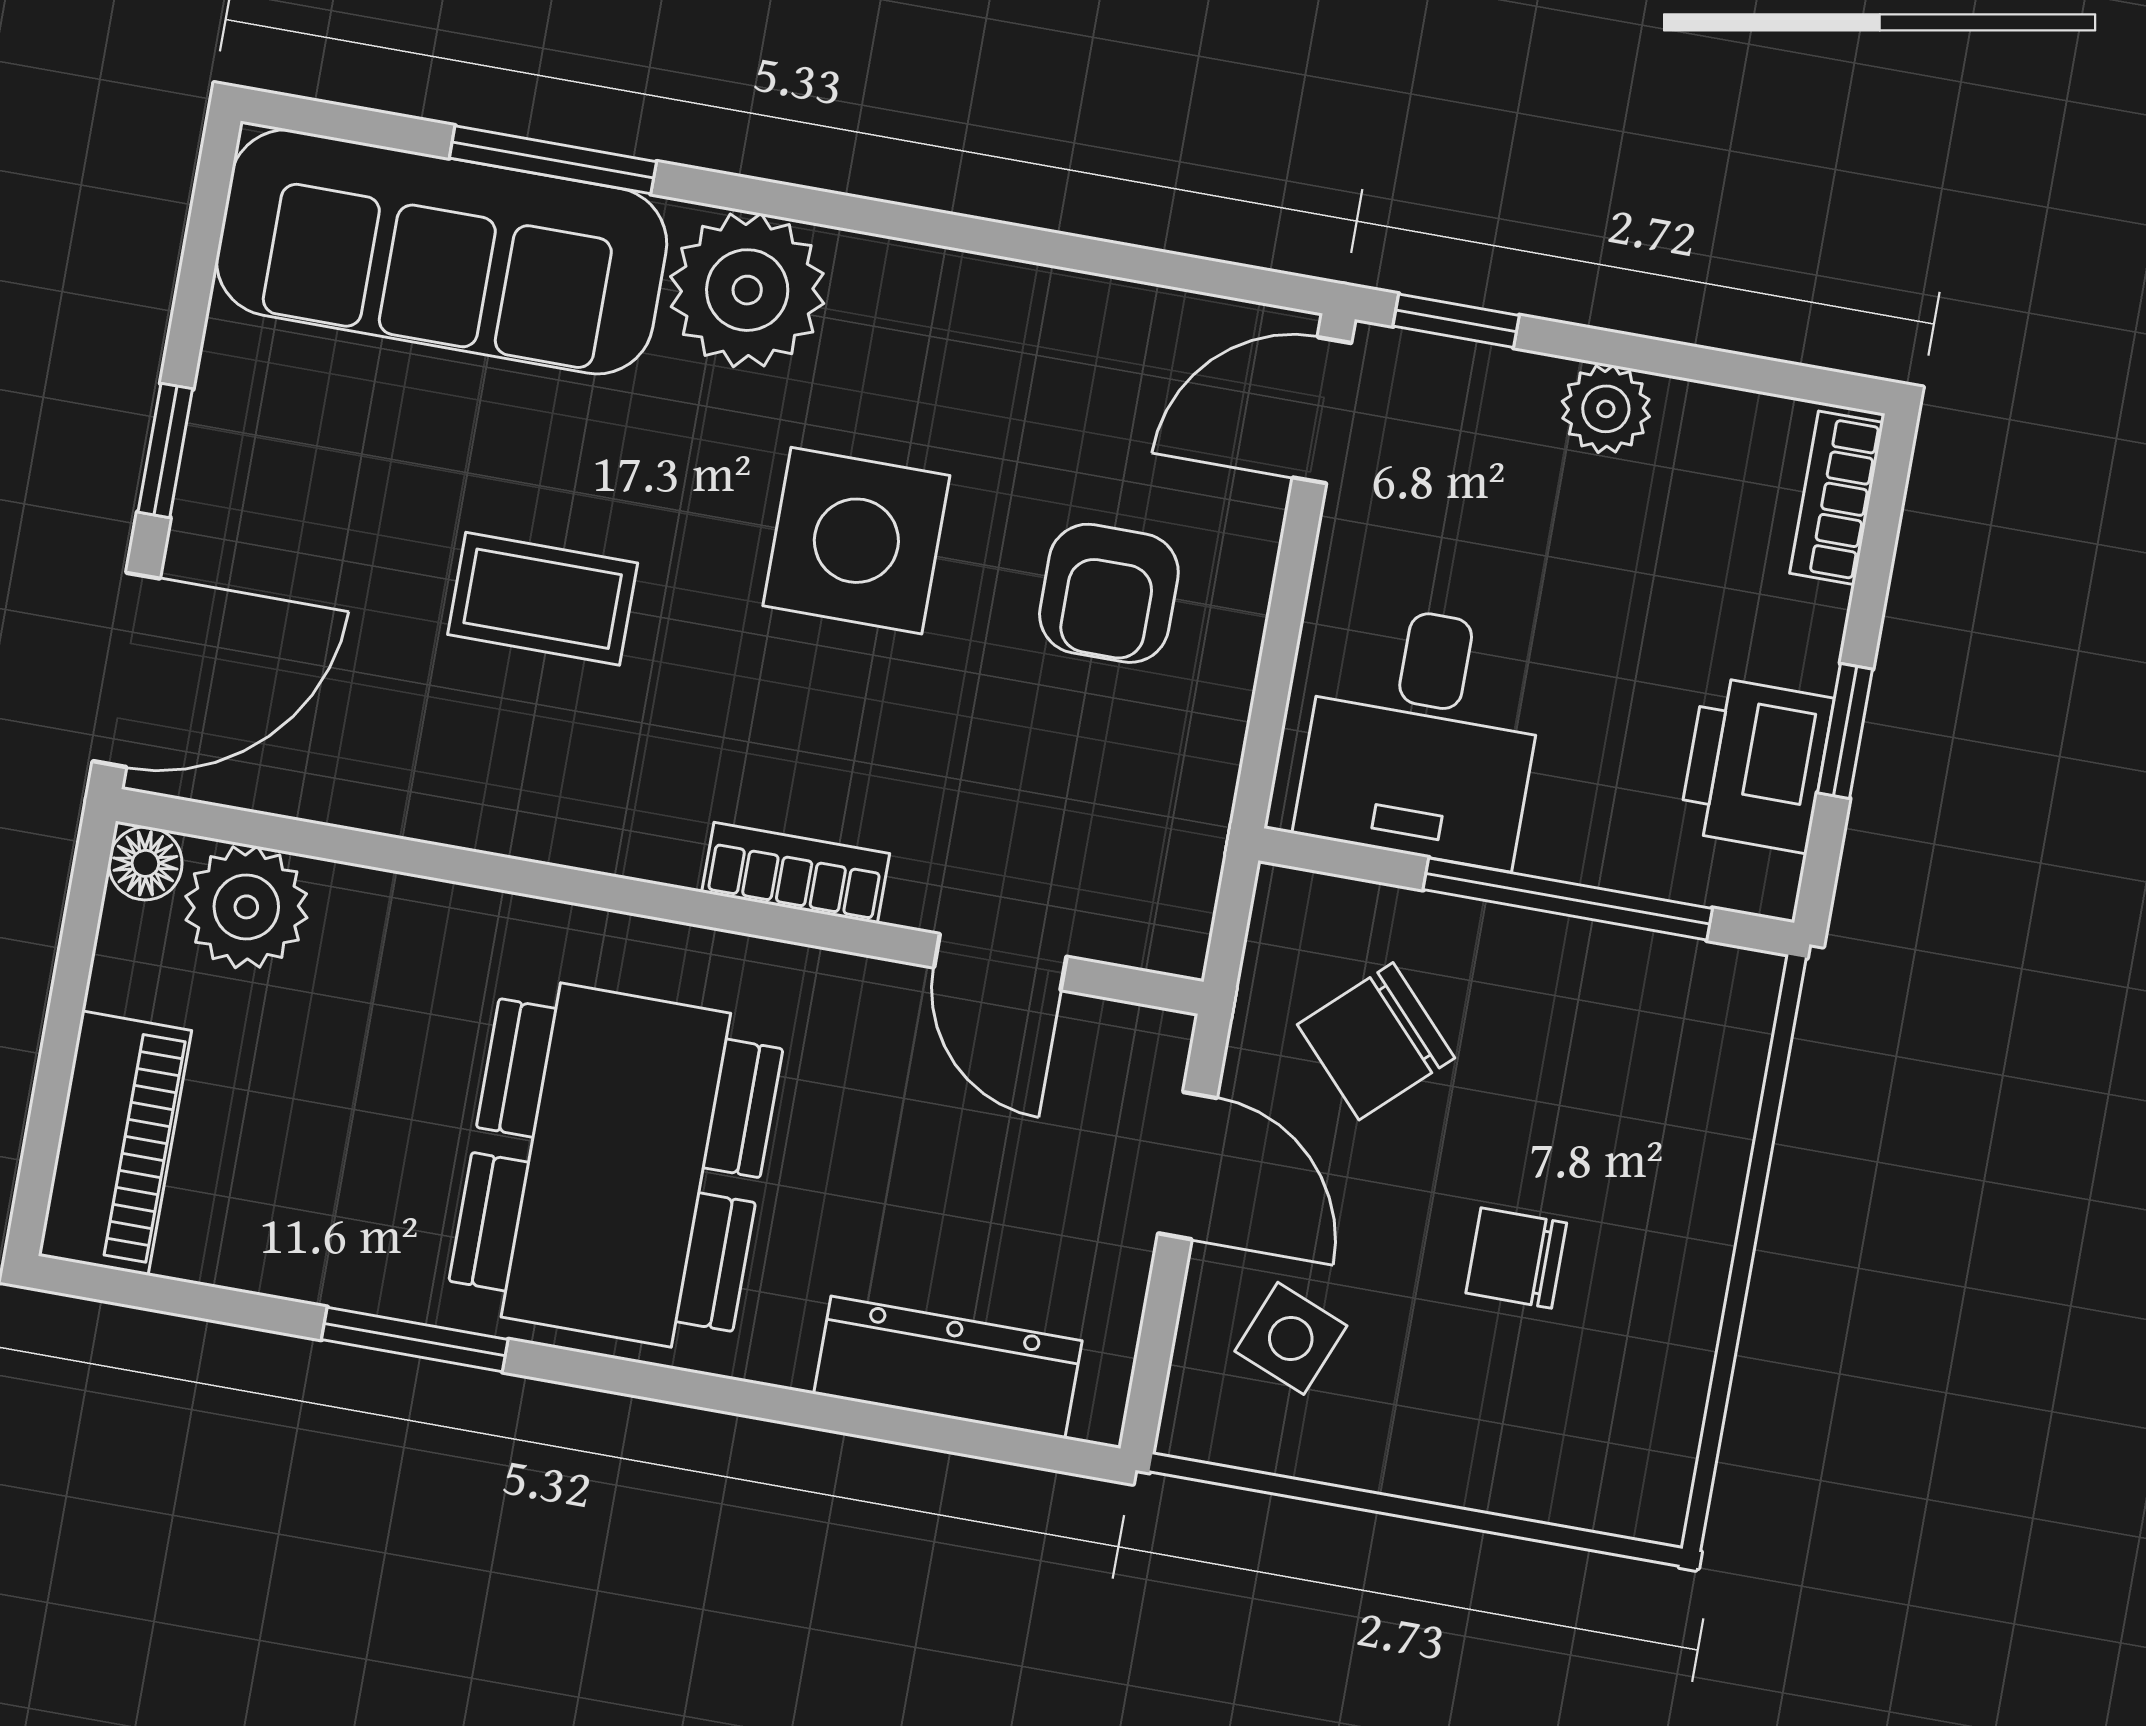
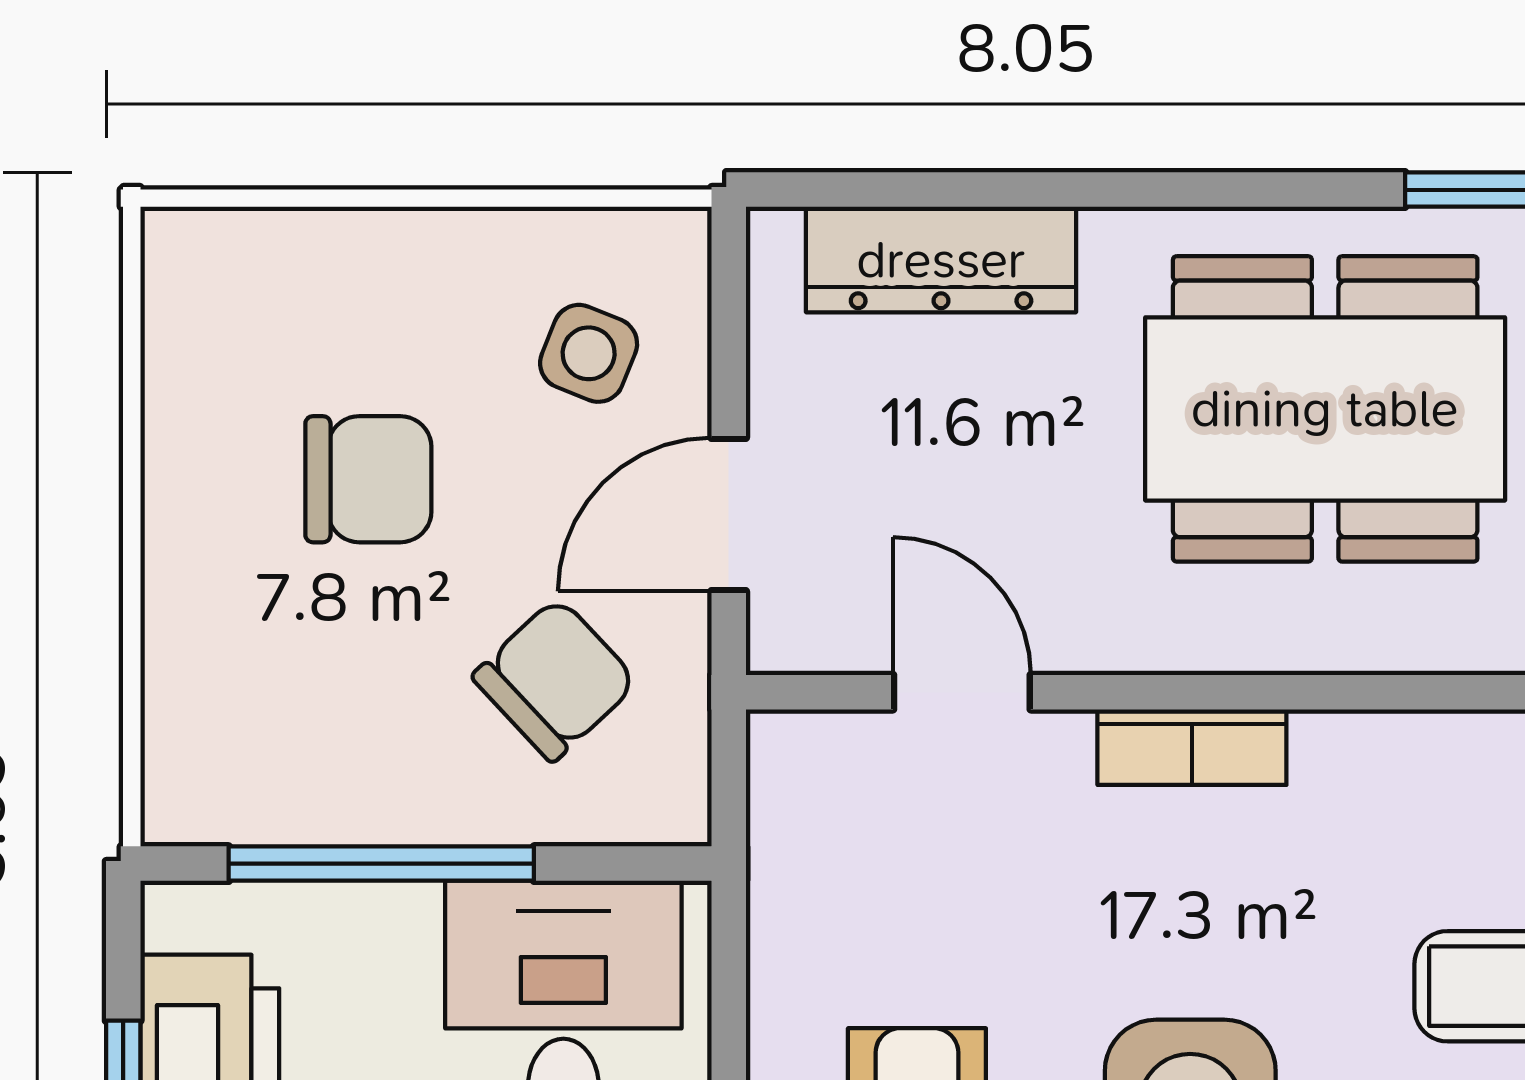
dining table: (616, 1165) -> (1325, 409), turned 90
door: (1187, 1166) -> (729, 515), hinge flipped
chair: (1516, 1258) -> (368, 479), width x1.37, depth x1.37

